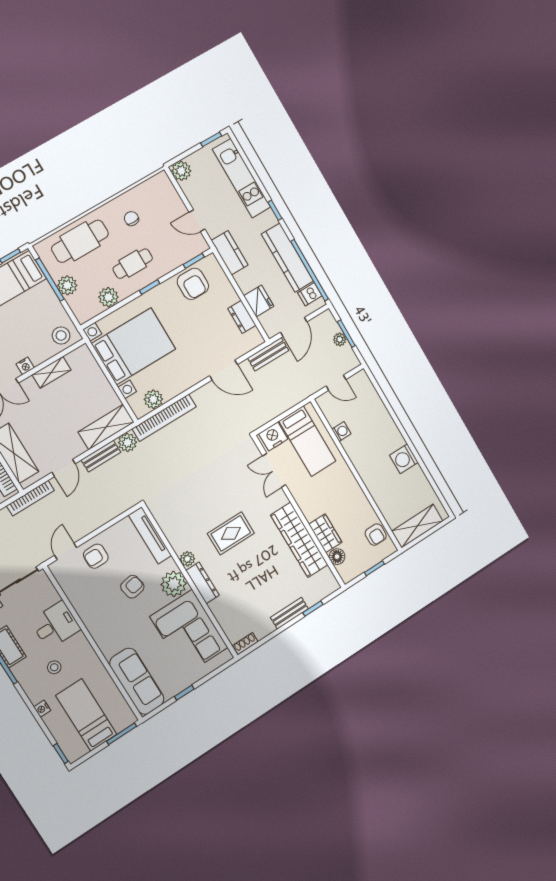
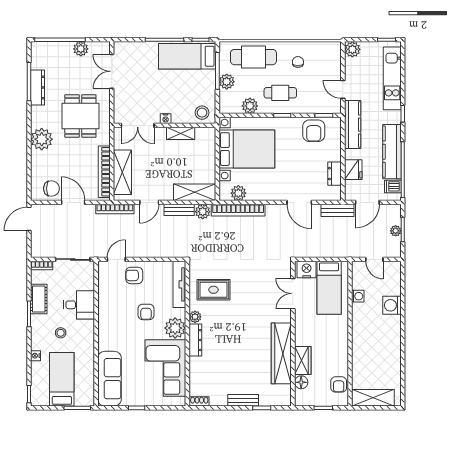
kitchen counter: (230, 253) -> (353, 125), width x1.50
washing machine: (404, 459) -> (392, 305), moved
rug: (231, 533) -> (213, 290), moved
armchair: (132, 587) -> (146, 312), turned 101

